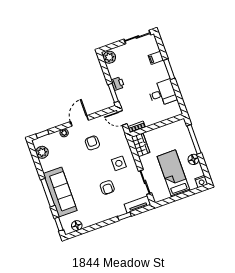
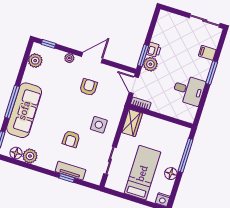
plant: (109, 57) -> (150, 64), moved
tv unit: (137, 204) -> (71, 171), moved
plant: (88, 220) -> (30, 156), added

